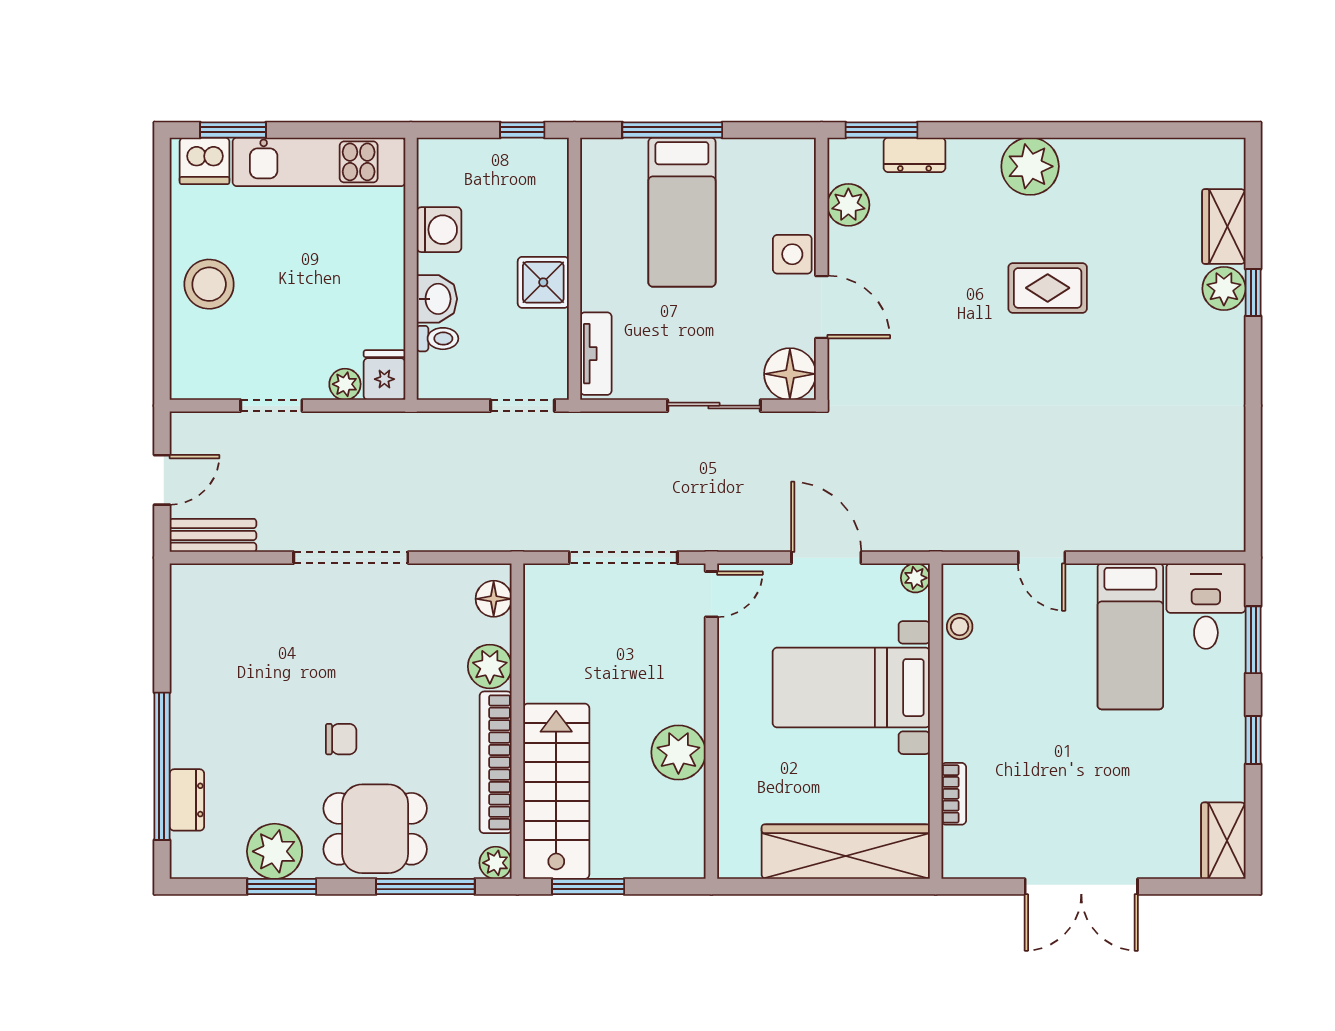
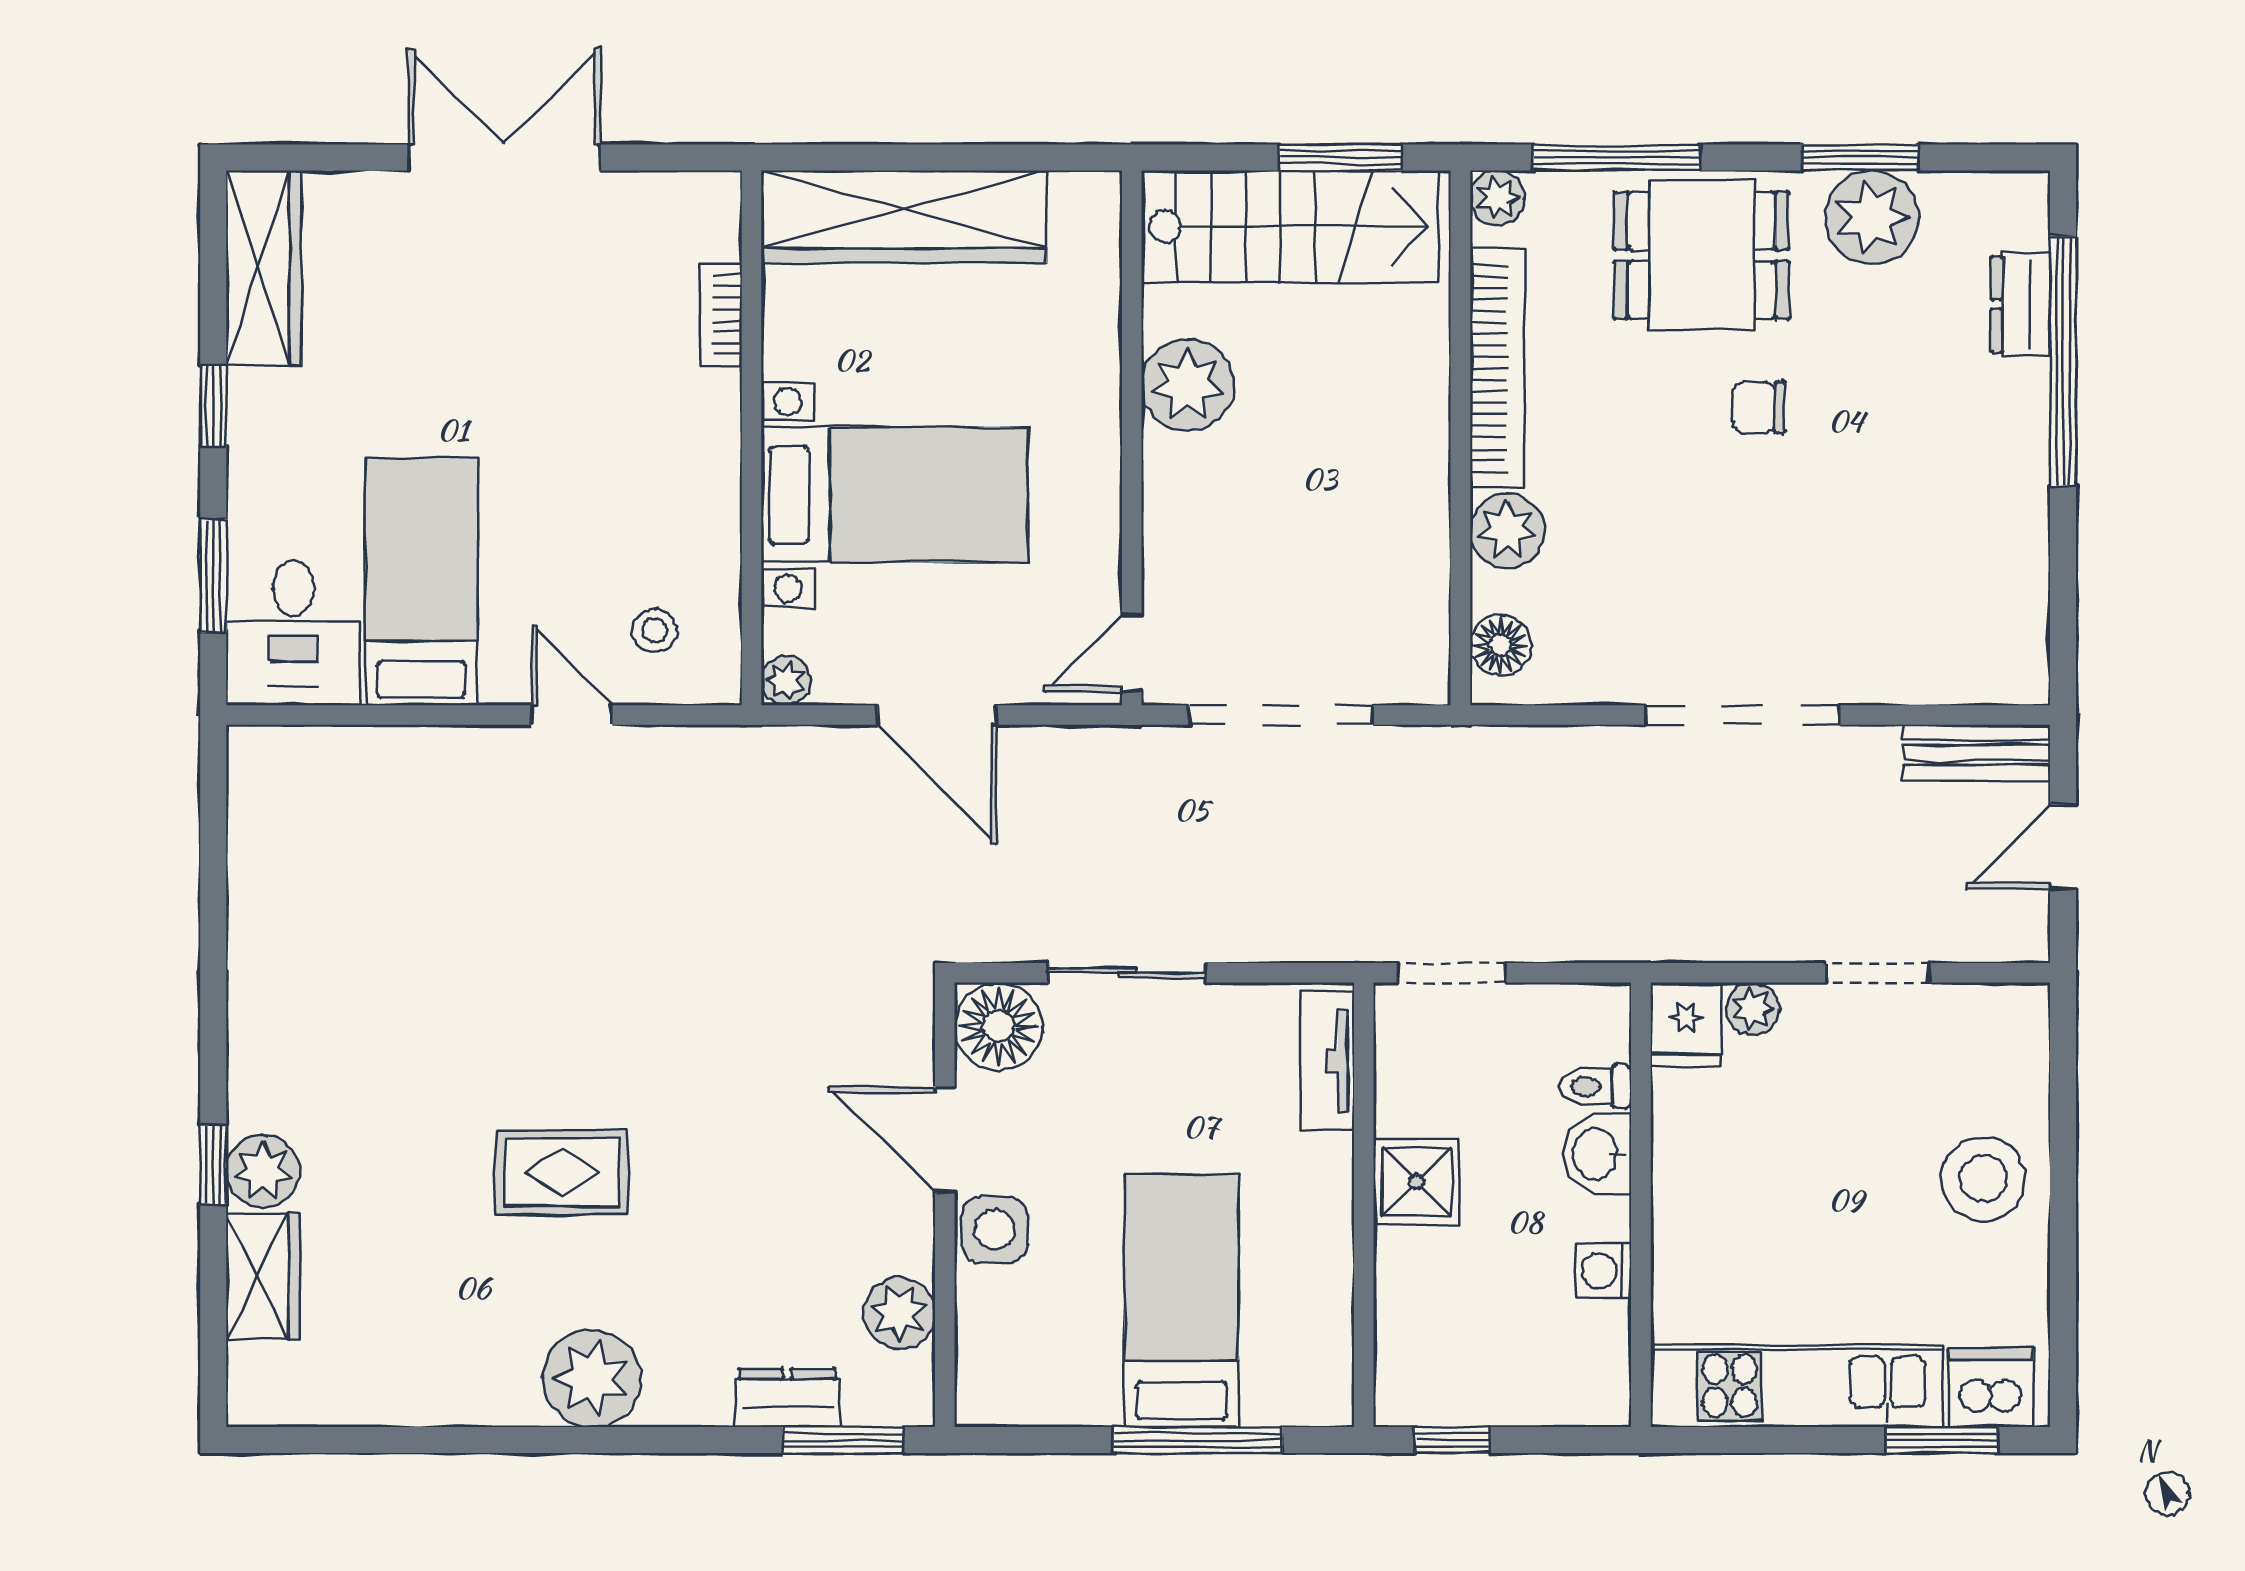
washing machine: (439, 230) -> (1604, 1271), width x0.73, depth x0.73
stool: (960, 627) -> (655, 631), moved
stairs: (556, 791) -> (1290, 226), moved, turned -90
wardrobe: (1223, 841) -> (264, 268), width x1.50

